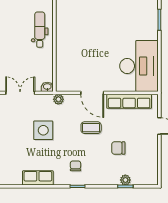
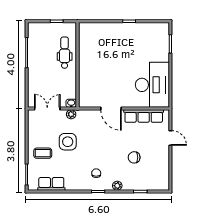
plant: (58, 99) -> (71, 114), moved
coffee table: (91, 128) -> (43, 153), moved
row of seats: (38, 178) -> (51, 184), moved
plant: (125, 180) -> (117, 186), moved

